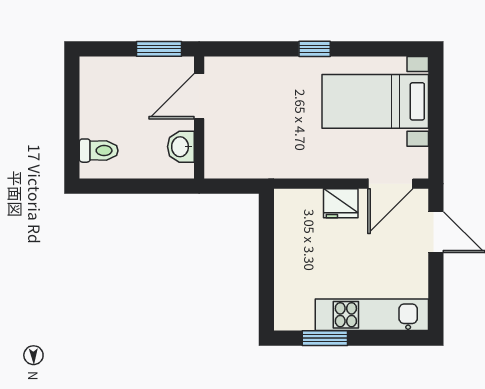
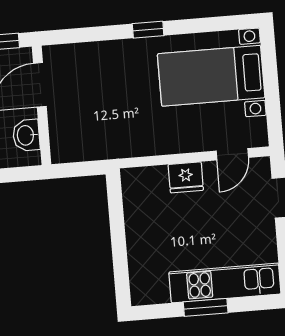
door: (390, 184) -> (232, 154), width x0.73
window: (325, 338) -> (206, 307), moved

